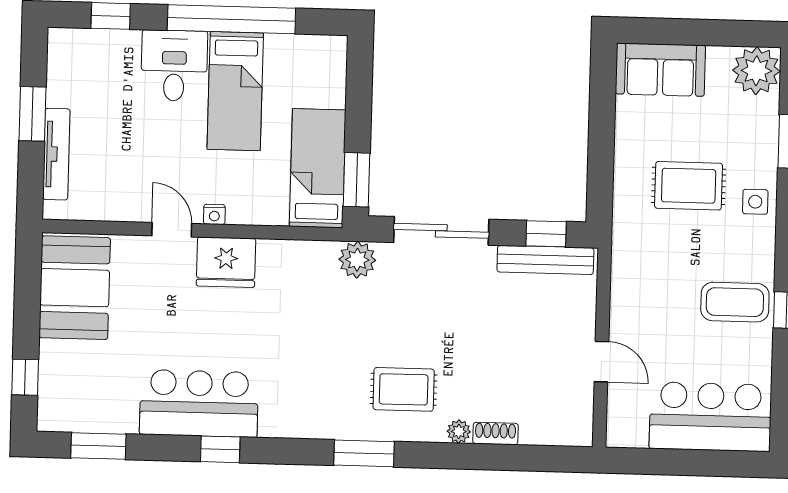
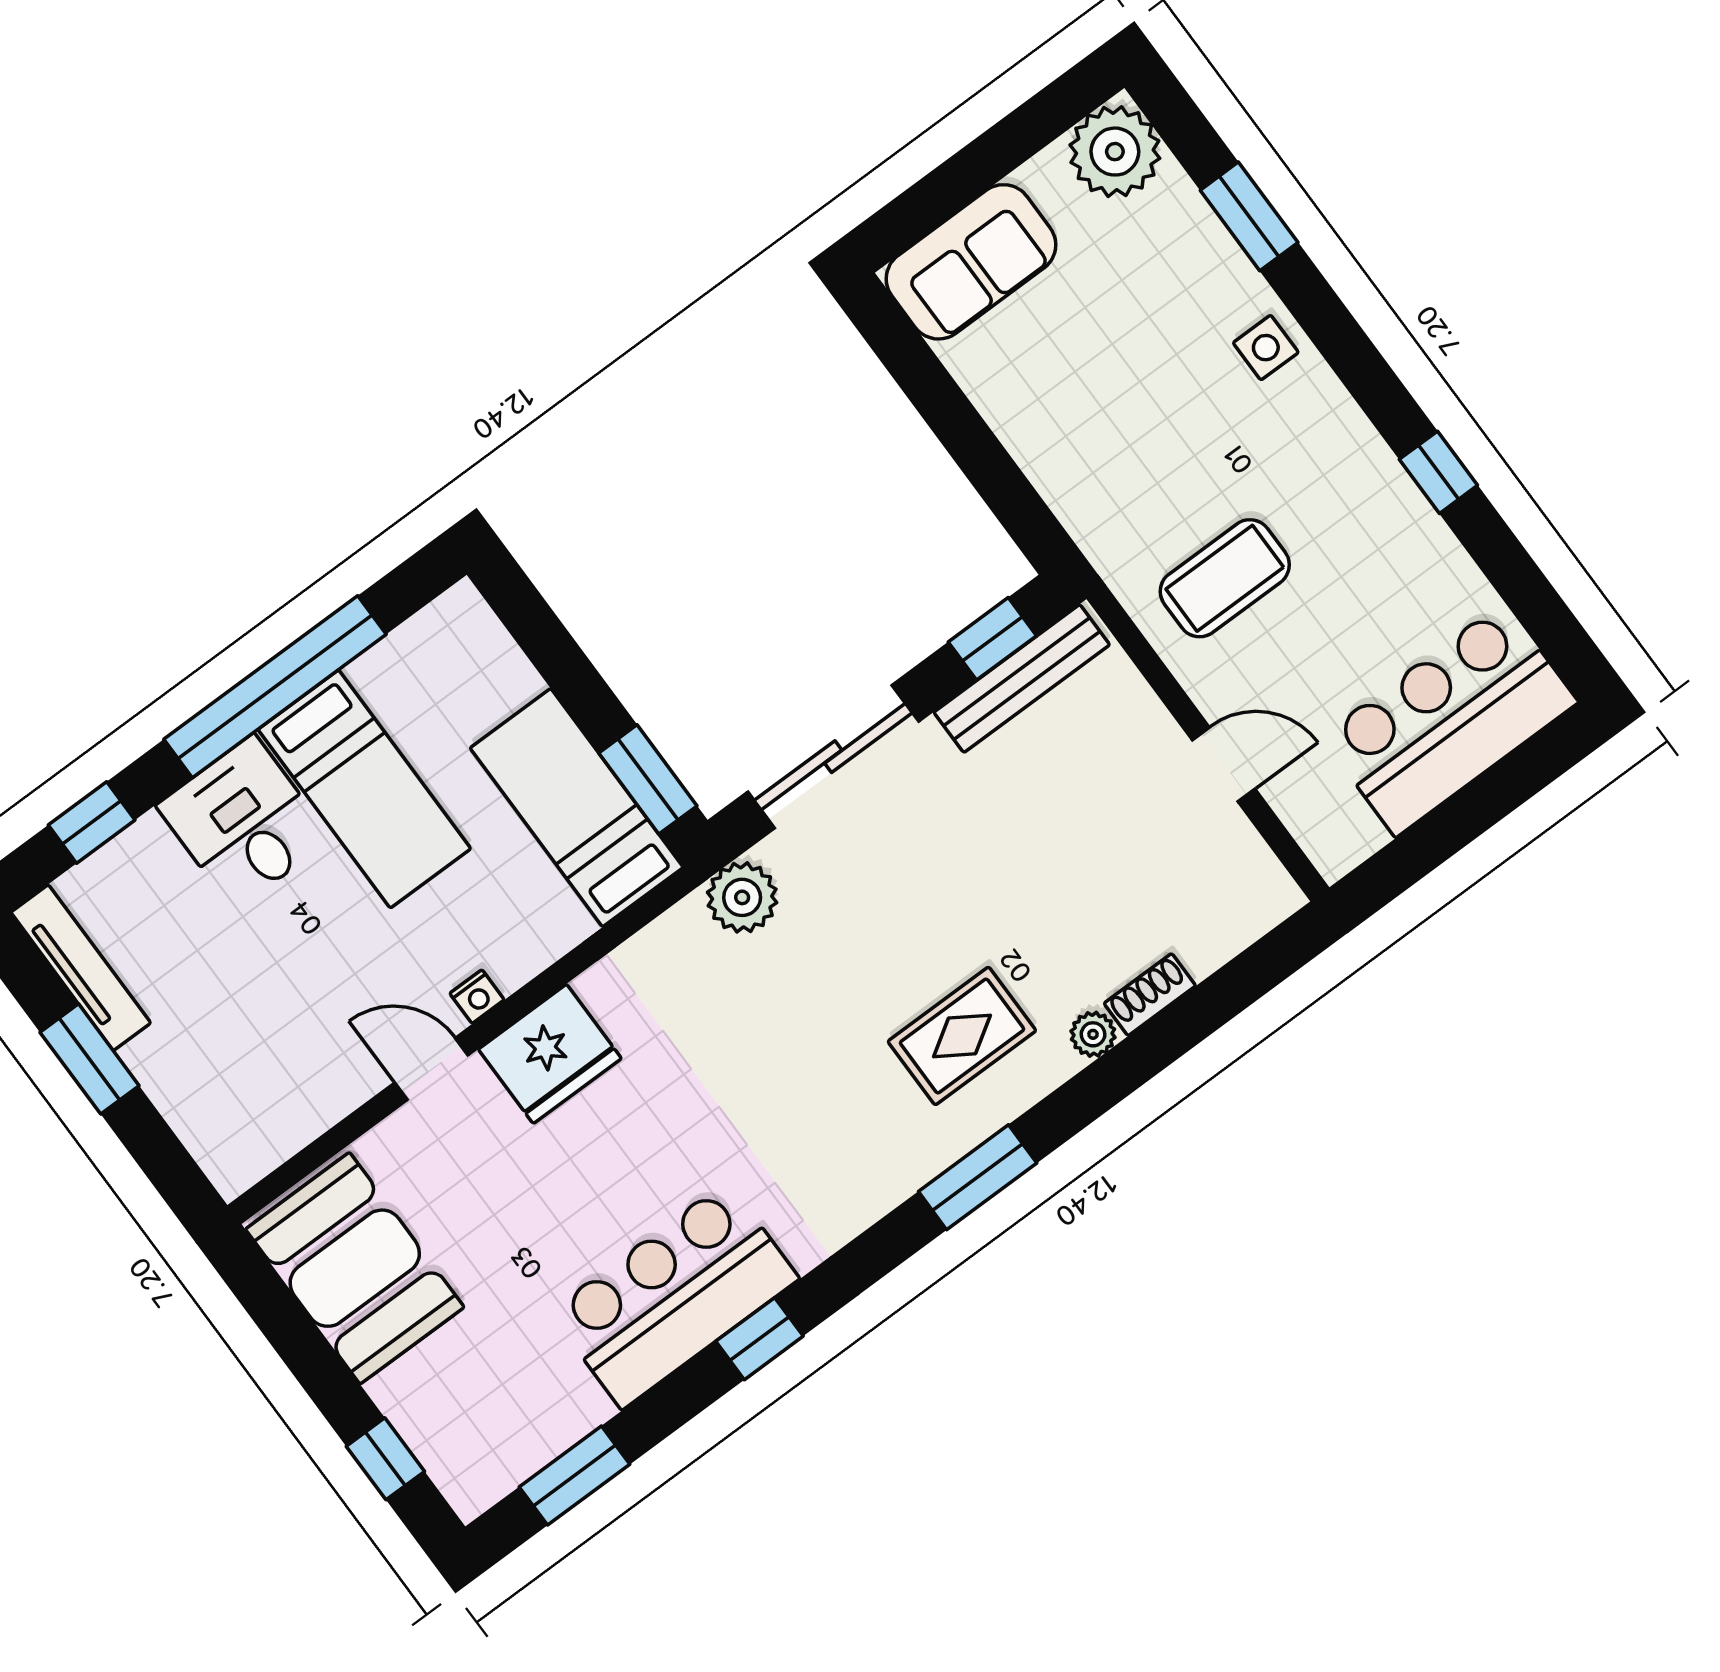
tv unit: (56, 154) -> (81, 968), moved
rug: (689, 186) -> (1148, 402), removed
coffee table: (735, 302) -> (1225, 578), moved

